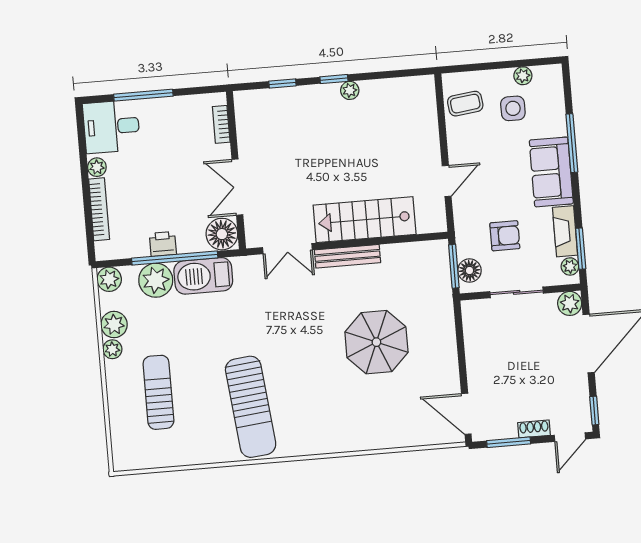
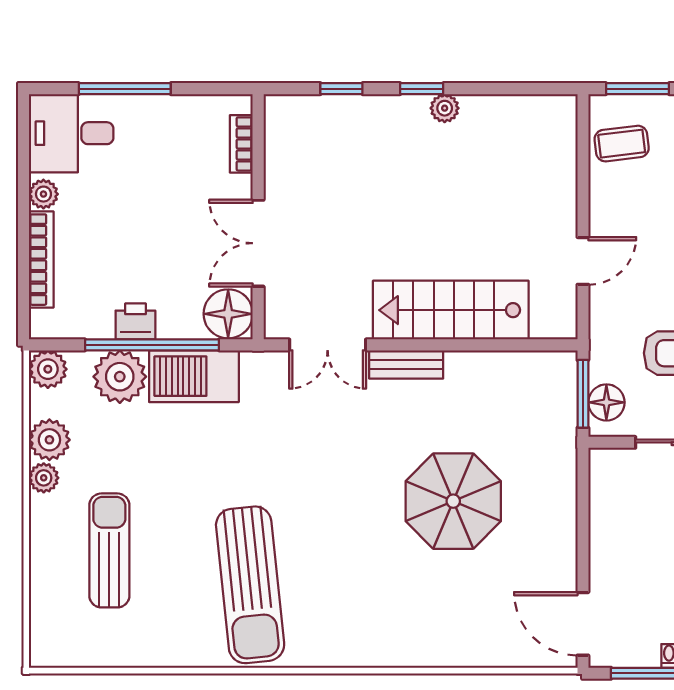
window: (472, 67) -> (637, 89), added
bench: (348, 256) -> (406, 364), width x0.73

